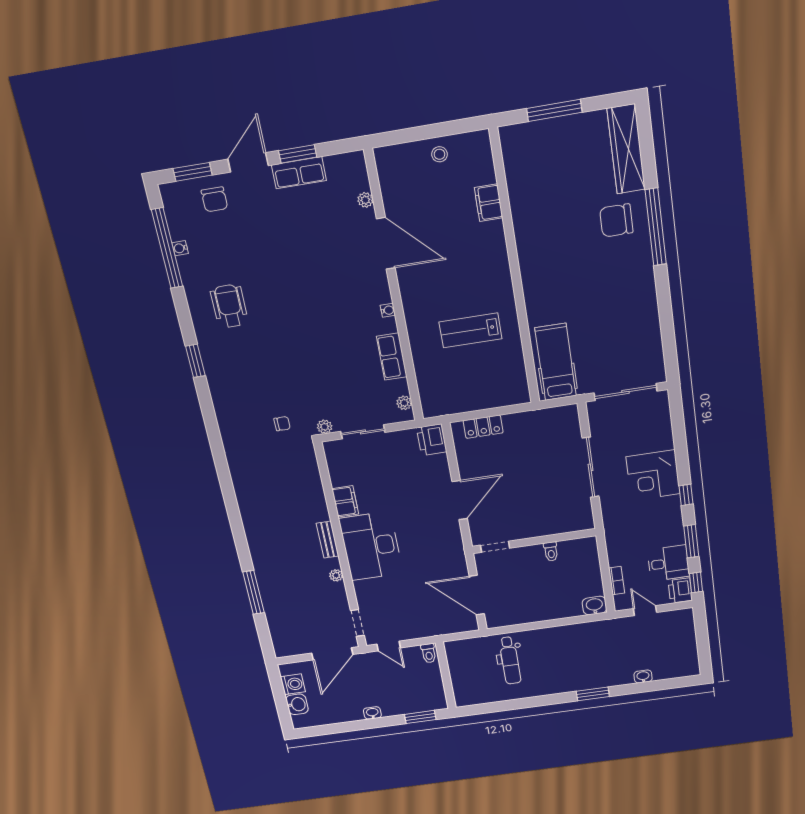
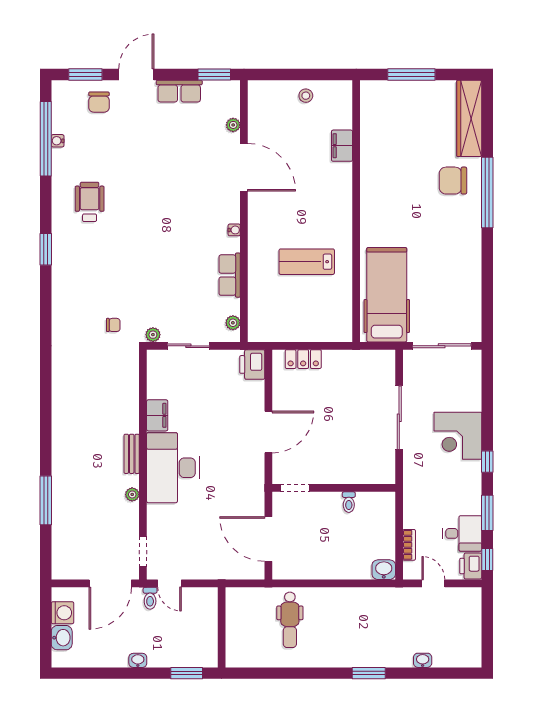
window: (298, 154) -> (214, 75), moved
hospital bed: (556, 362) -> (387, 295), width x1.37, depth x1.29
toilet: (429, 653) -> (150, 598), moved

